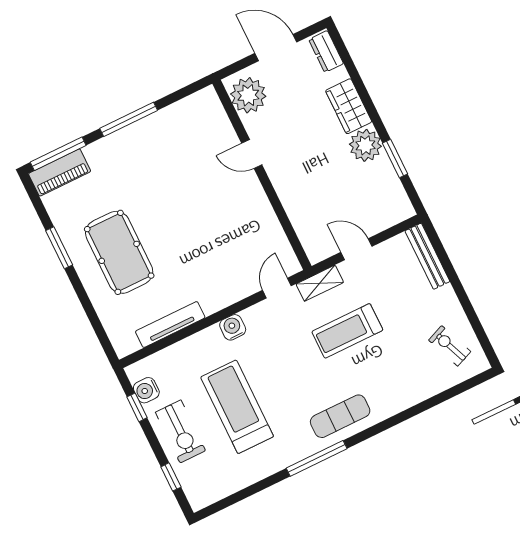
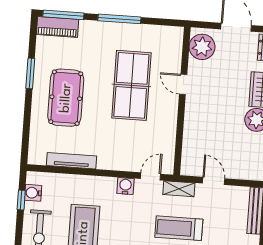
table tennis table: (190, 191) -> (131, 85), added
water cooler: (233, 327) -> (125, 186), moved

